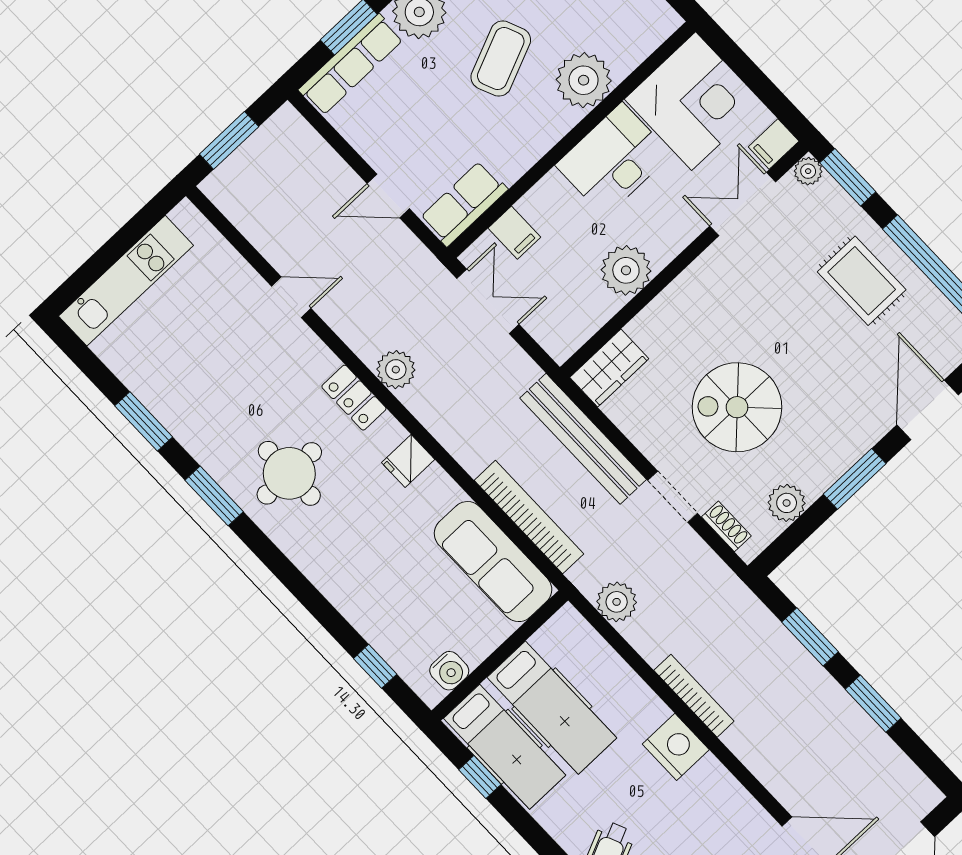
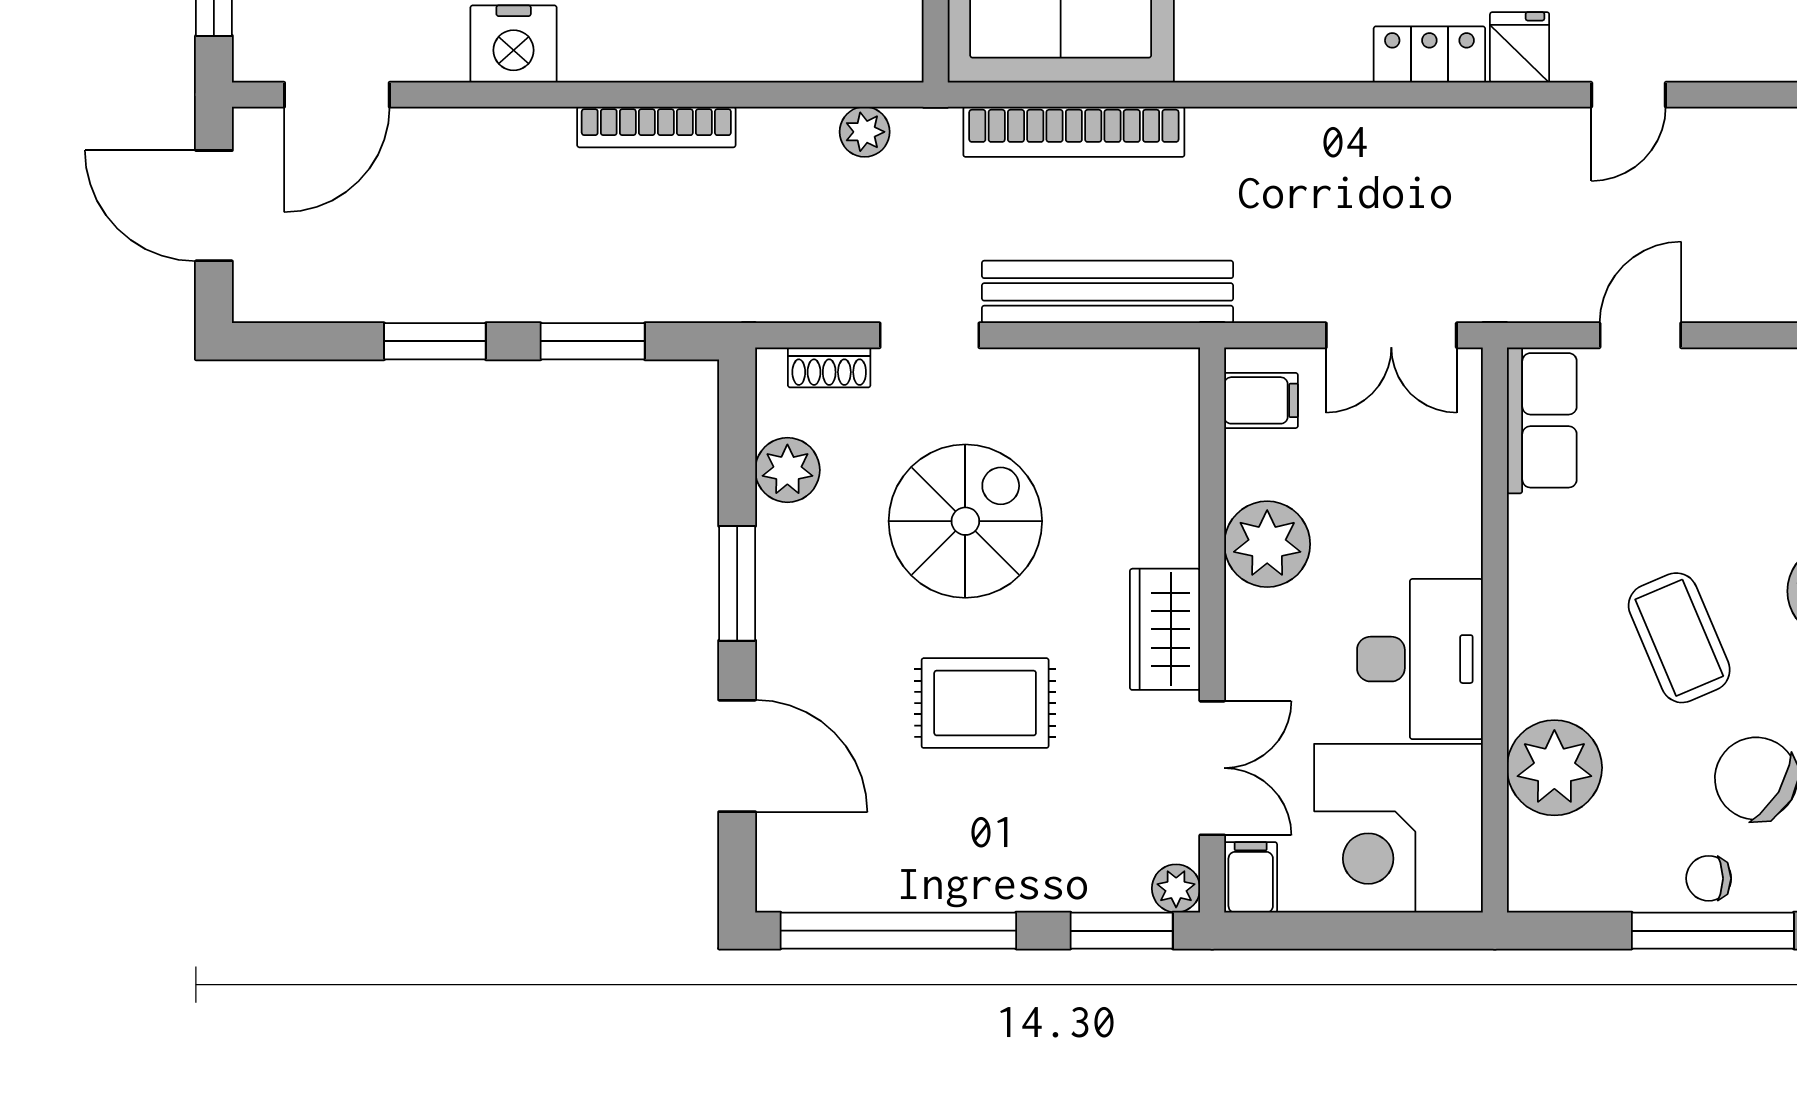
plant: (584, 80) -> (1554, 768), moved
filing cabinet: (514, 233) -> (1261, 400), moved, turned 180
rug: (862, 281) -> (985, 703), moved
wardrobe: (609, 368) -> (1165, 629), moved
plant: (396, 370) -> (1415, 140), removed
fridge: (408, 461) -> (1520, 47), moved
plant: (617, 602) -> (865, 132), width x0.73, depth x0.73
nightstand: (676, 747) -> (514, 44), moved

